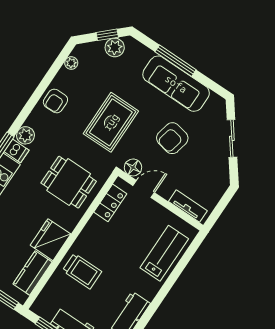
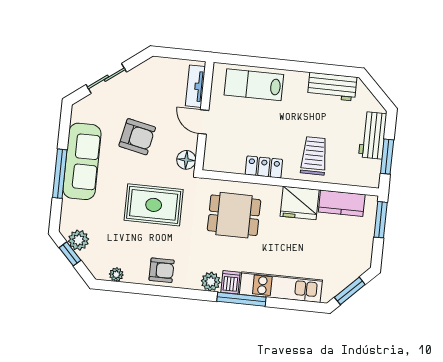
dining table: (69, 182) -> (234, 215), turned 90
door: (144, 189) -> (203, 122), moved
locker: (110, 203) -> (264, 167), moved

